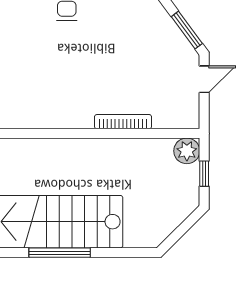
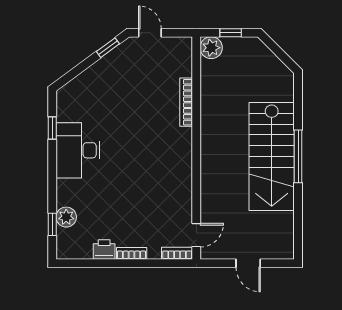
window: (187, 30) -> (108, 48), width x0.67

